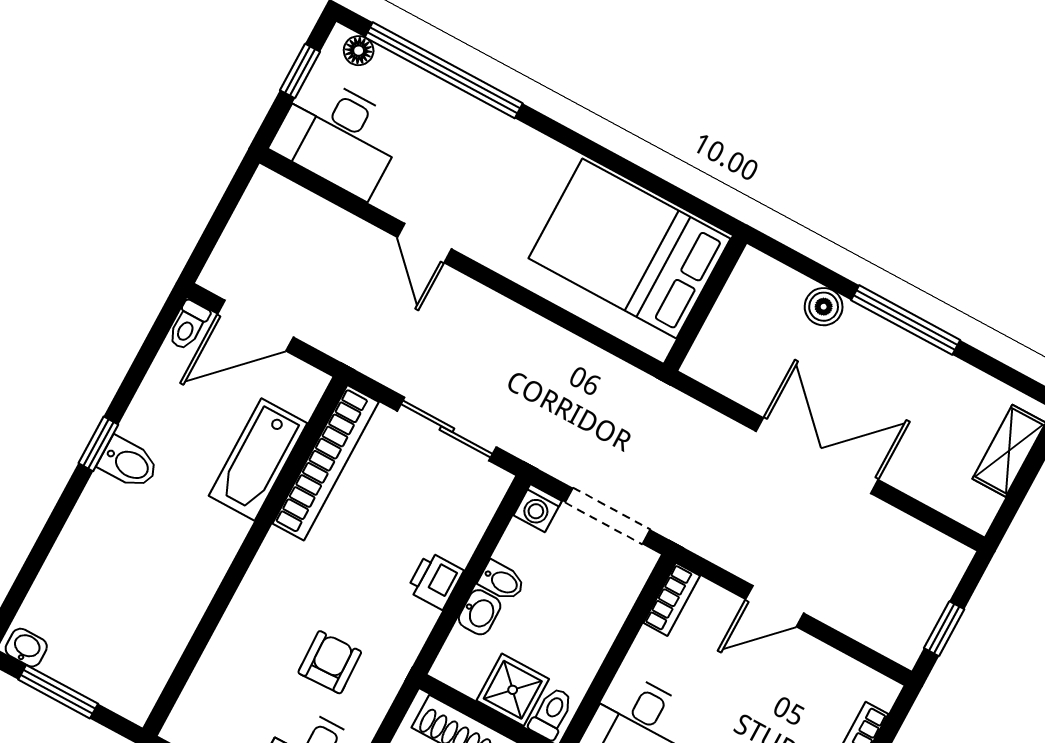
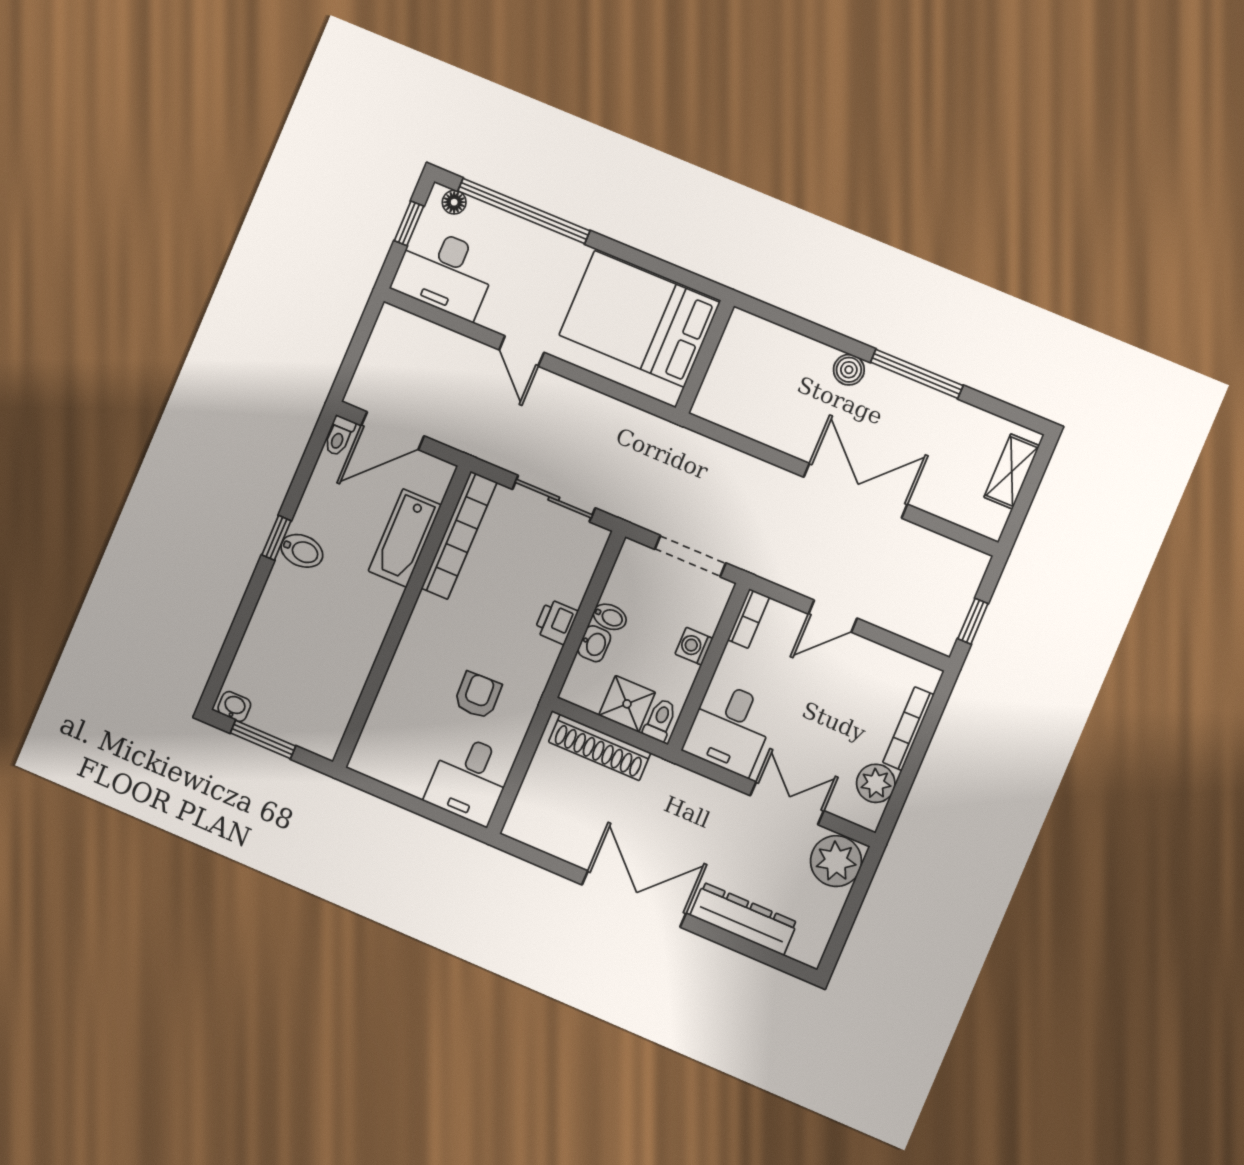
bed: (629, 248) -> (639, 319), moved
wall: (705, 303) -> (705, 357), moved
washing machine: (538, 508) -> (694, 646), moved, turned 90

